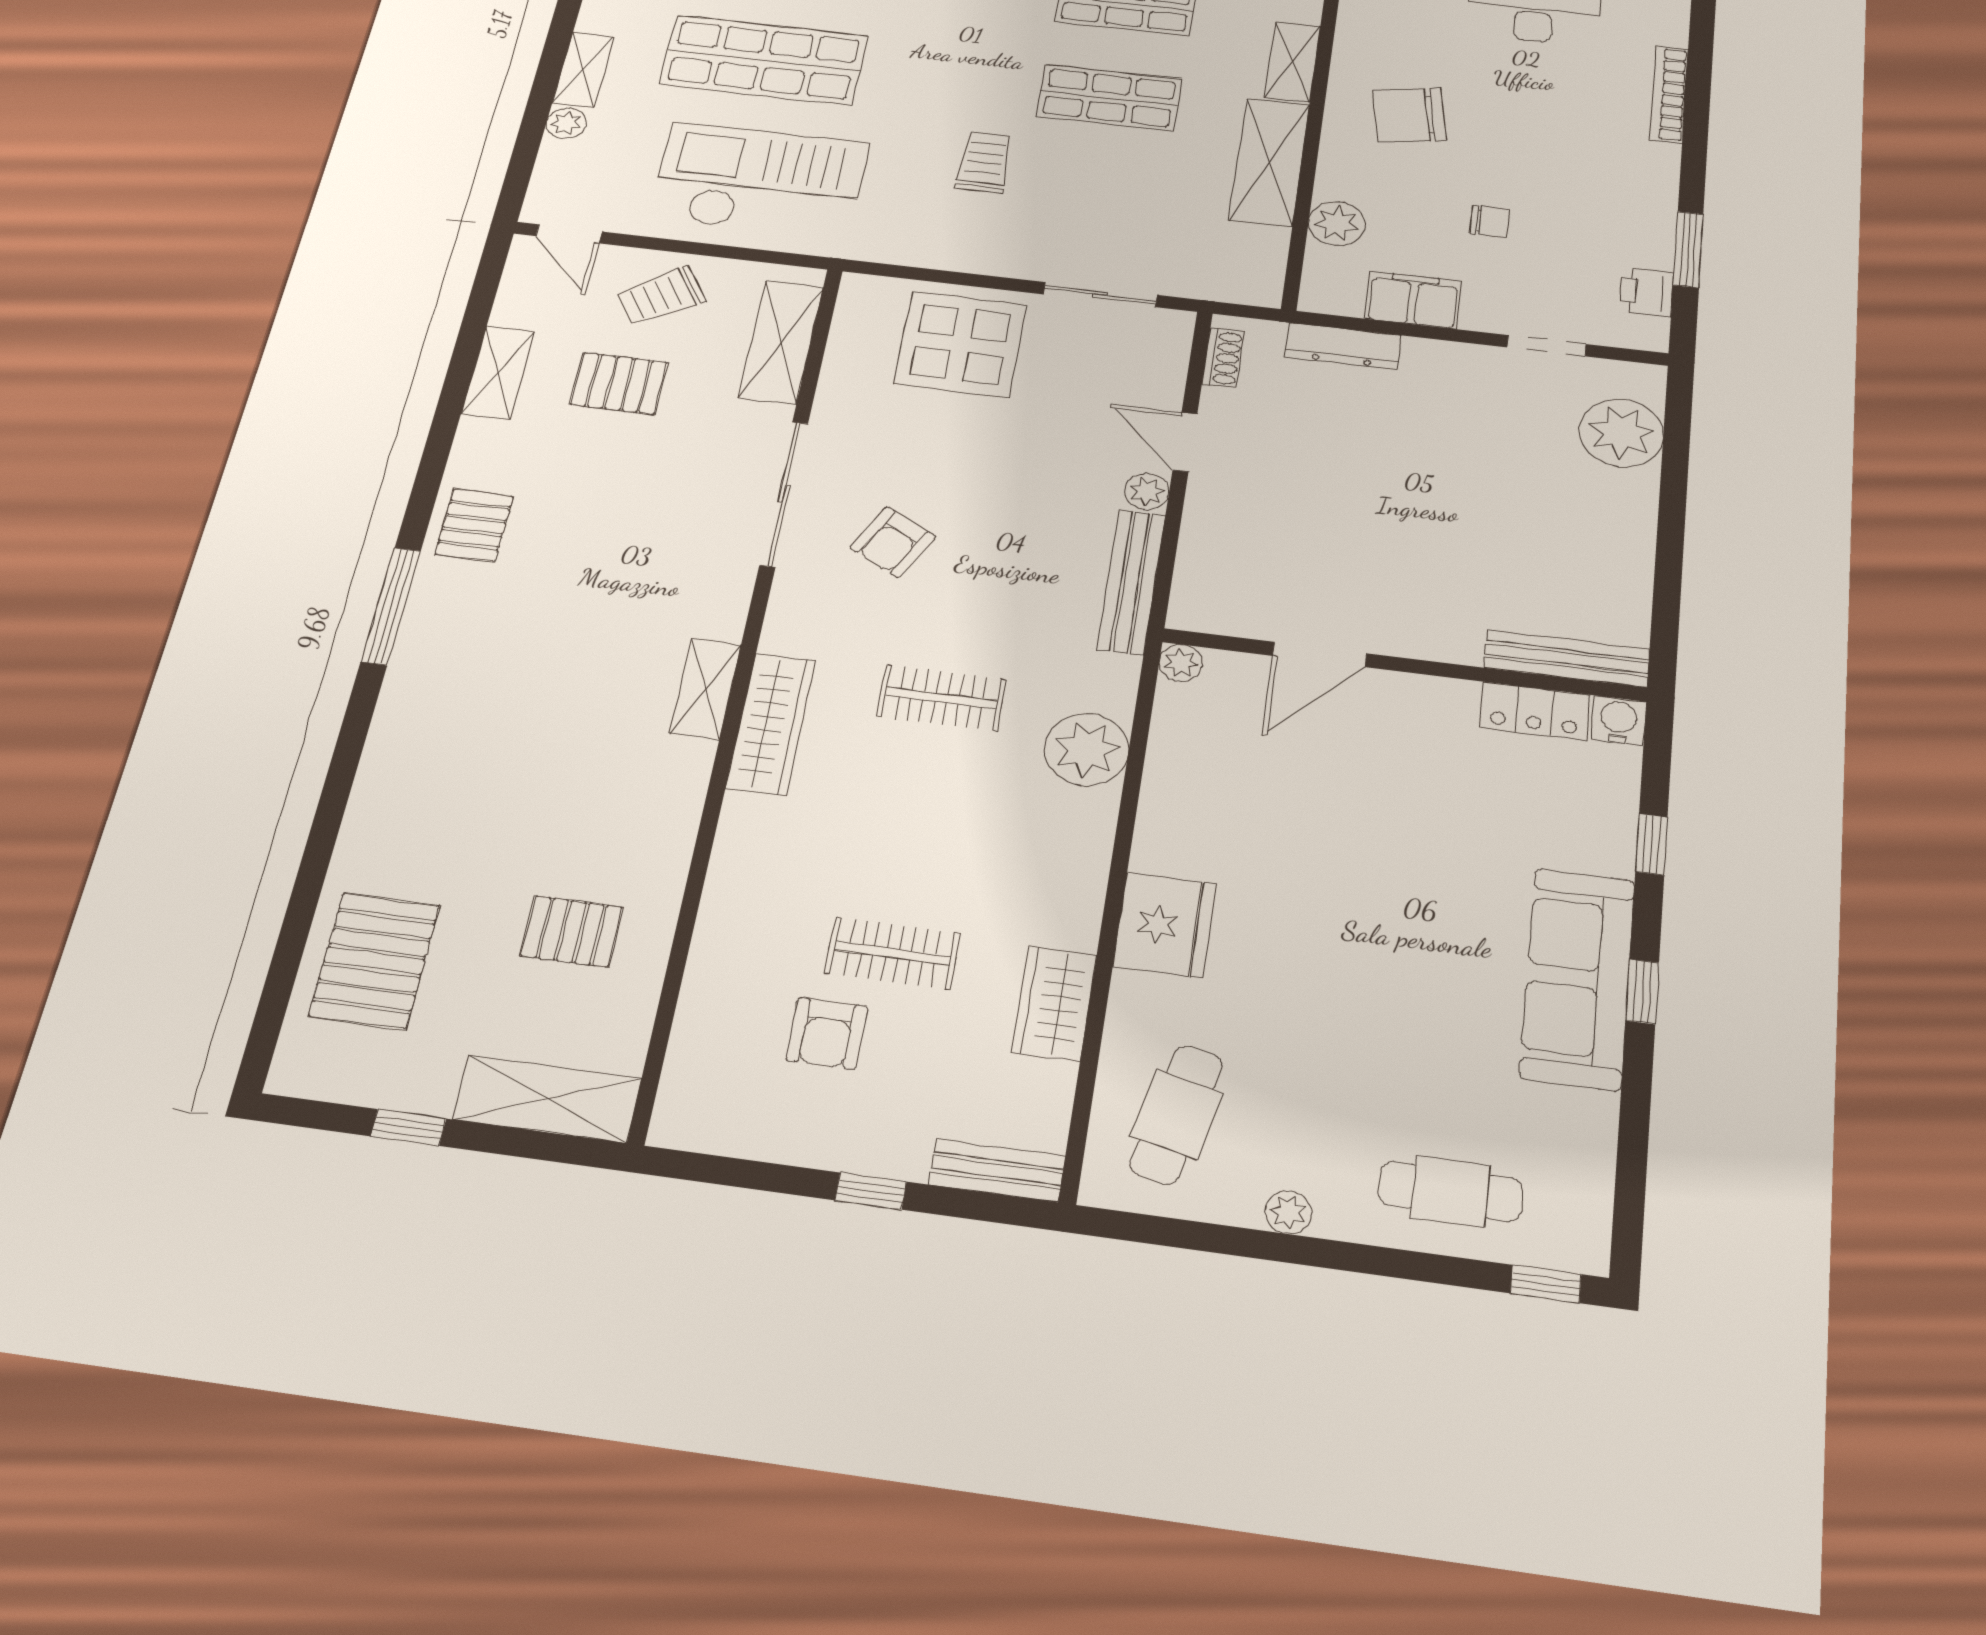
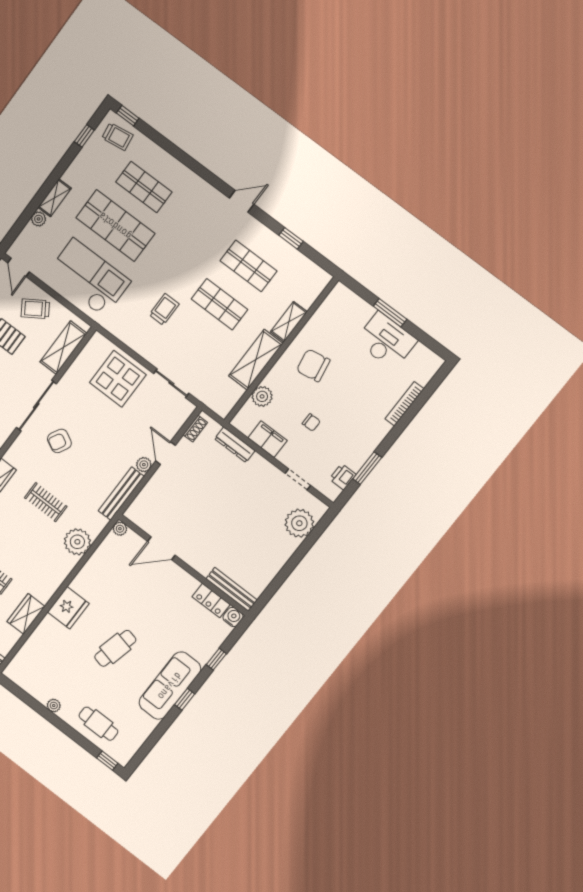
cafe table: (1177, 1115) -> (115, 648), moved

